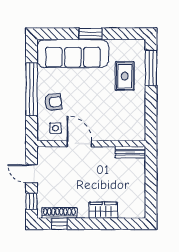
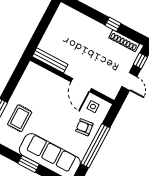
bench: (130, 152) -> (50, 60), width x1.36
wardrobe: (103, 210) -> (90, 25), removed
window: (59, 224) -> (113, 24), moved

